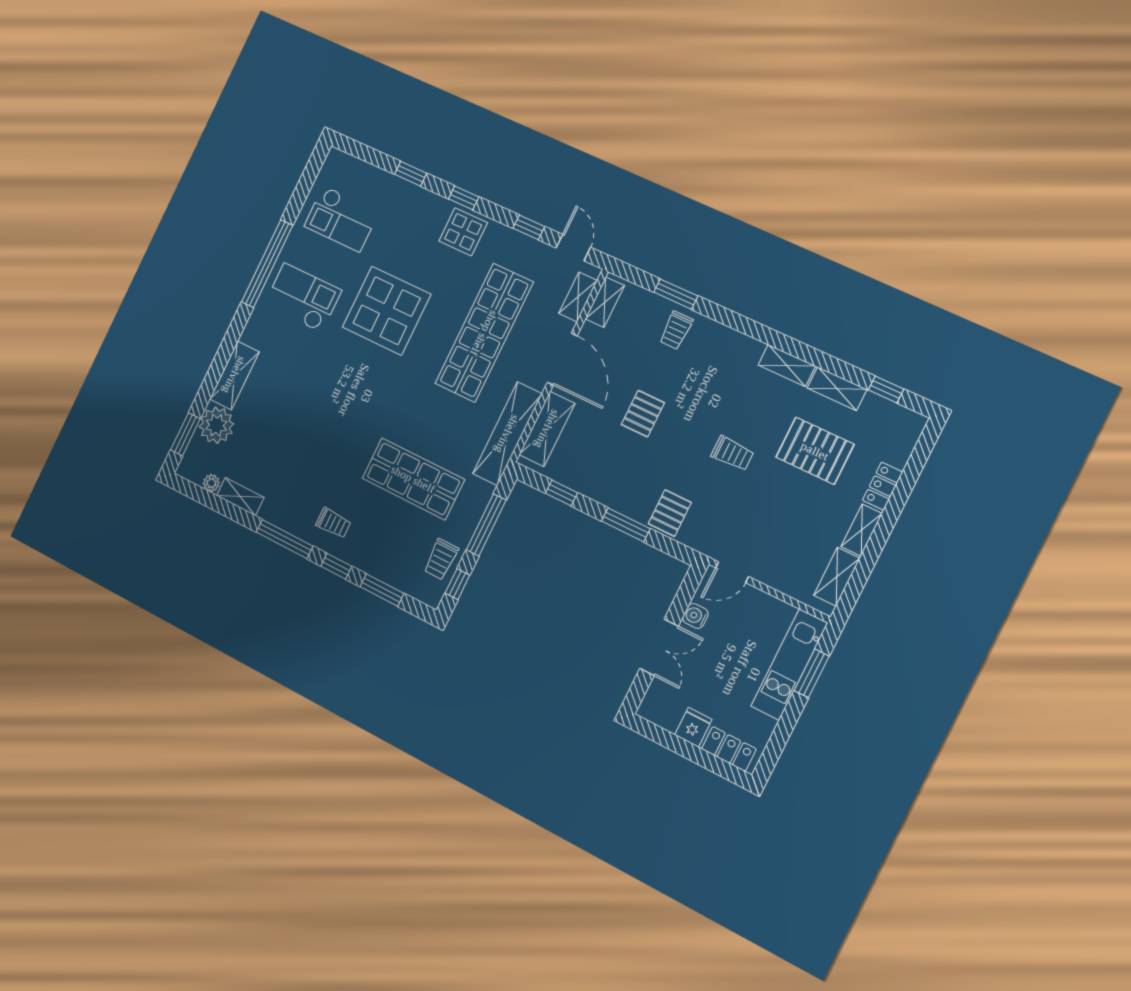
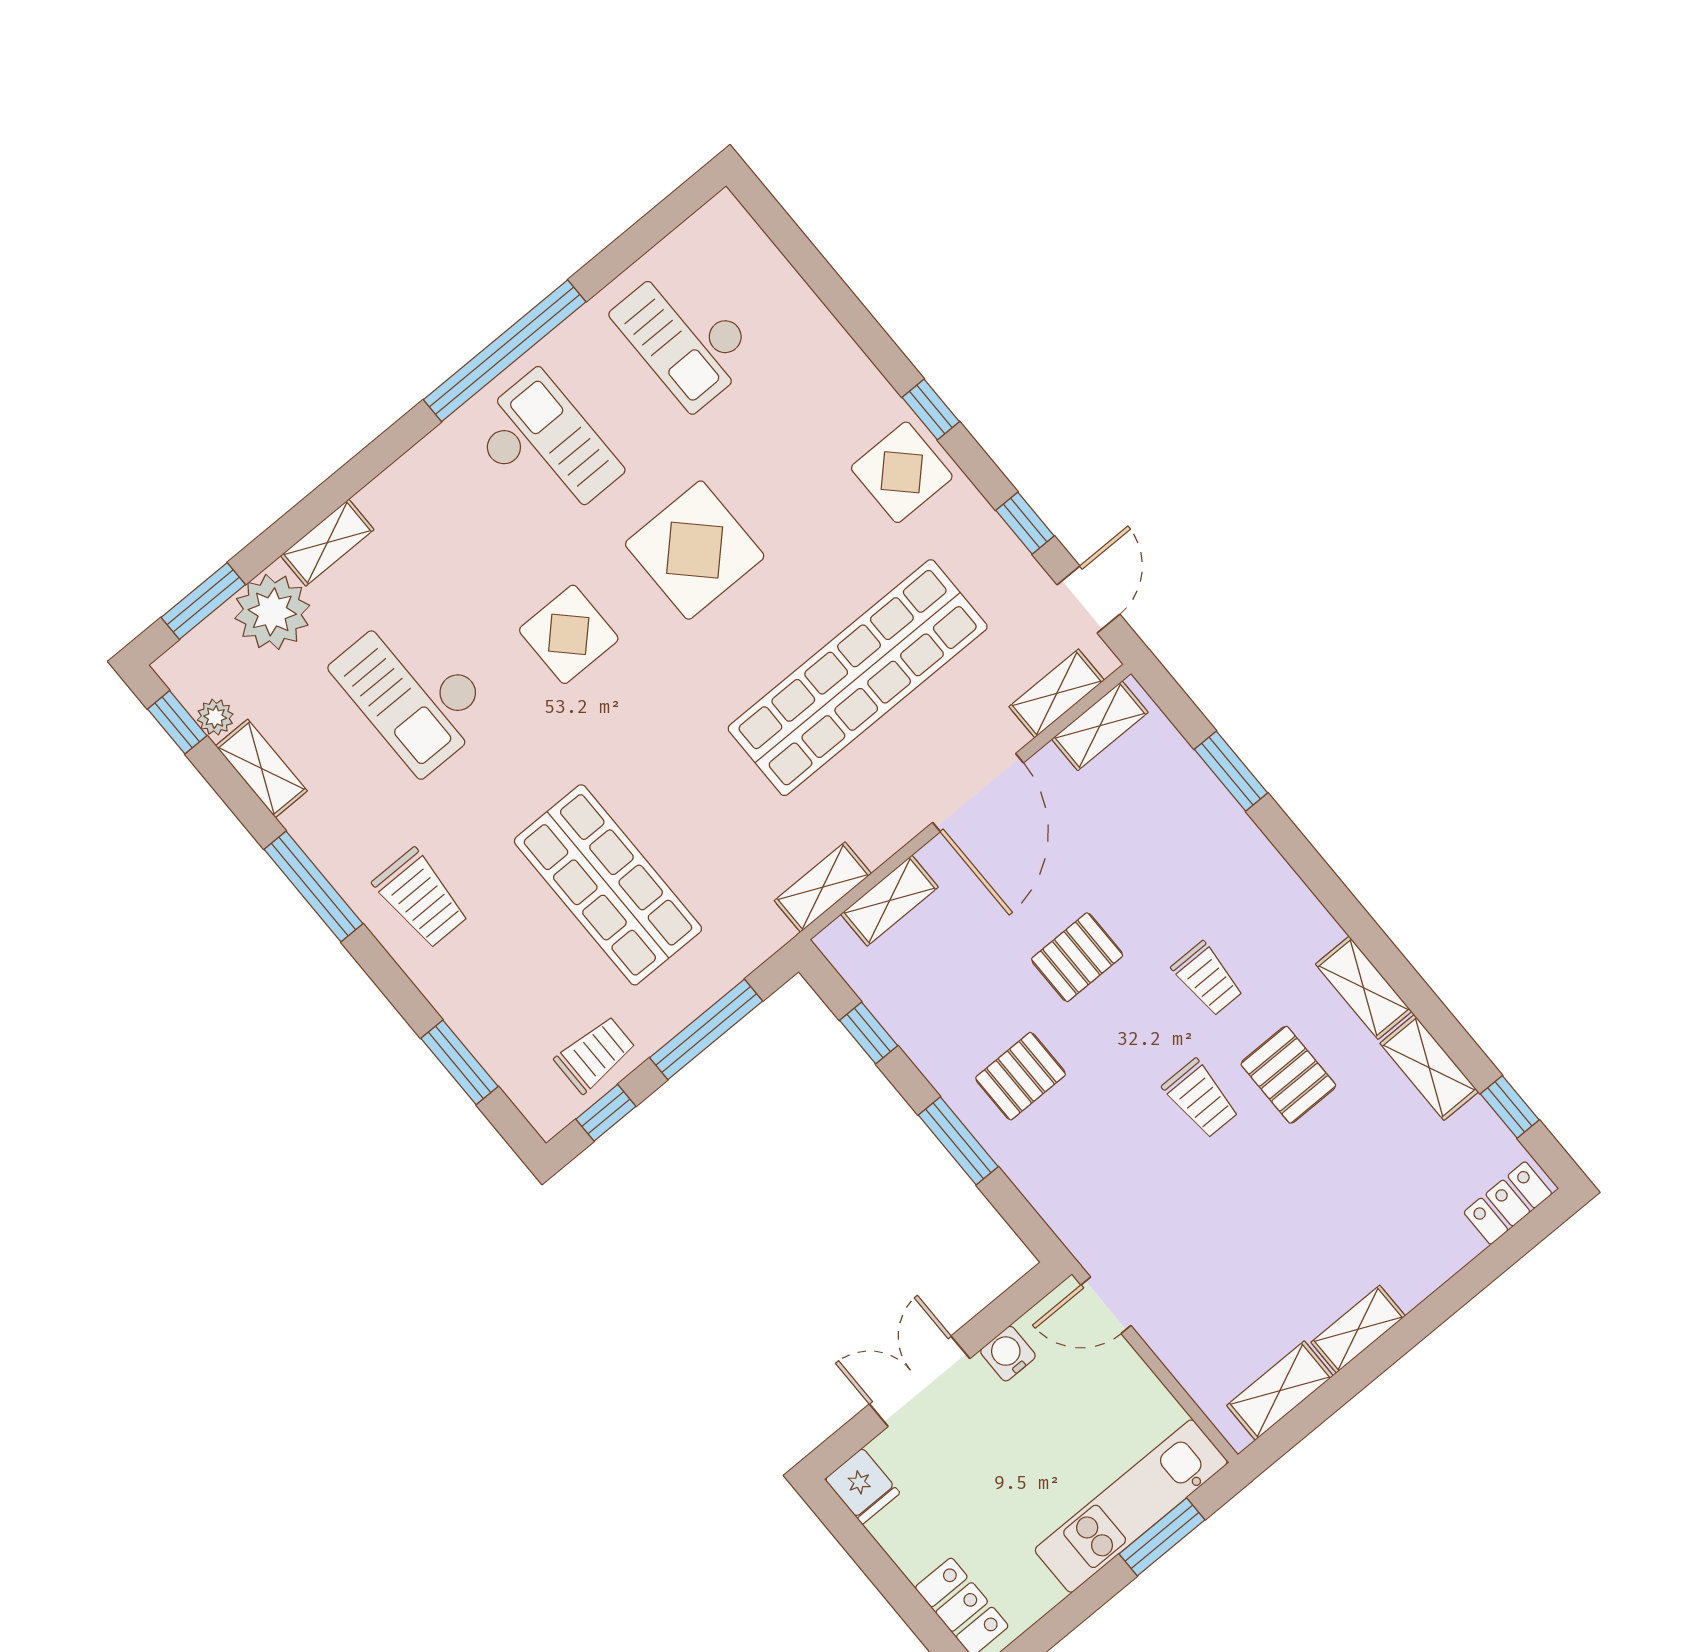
window: (411, 174) -> (852, 315), removed
display table: (387, 311) -> (695, 550), width x0.73, depth x0.73
trolley: (676, 330) -> (1207, 979), moved, turned -90
display table: (348, 374) -> (569, 634), added
shelving: (234, 375) -> (327, 543), width x0.67, depth x0.75
shelving: (547, 429) -> (889, 901), width x0.67, depth x0.75
checkout: (291, 432) -> (413, 691), added
shelving: (507, 434) -> (823, 887), width x0.45, depth x0.75
pallet: (815, 451) -> (1288, 1075), moved, width x0.67, depth x0.71
locker: (883, 486) -> (1508, 1203), moved
pallet: (670, 513) -> (1021, 1076), moved
trolley: (333, 523) -> (421, 898), width x1.36, depth x1.39
trolley: (441, 559) -> (595, 1054), turned 180
window: (336, 566) -> (177, 722), moved
double door: (659, 647) -> (920, 1381), swing flipped
fridge: (693, 727) -> (862, 1486), moved, turned 90

